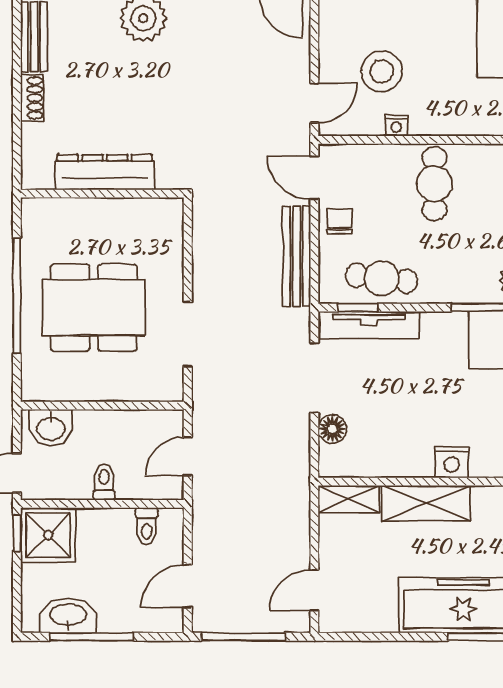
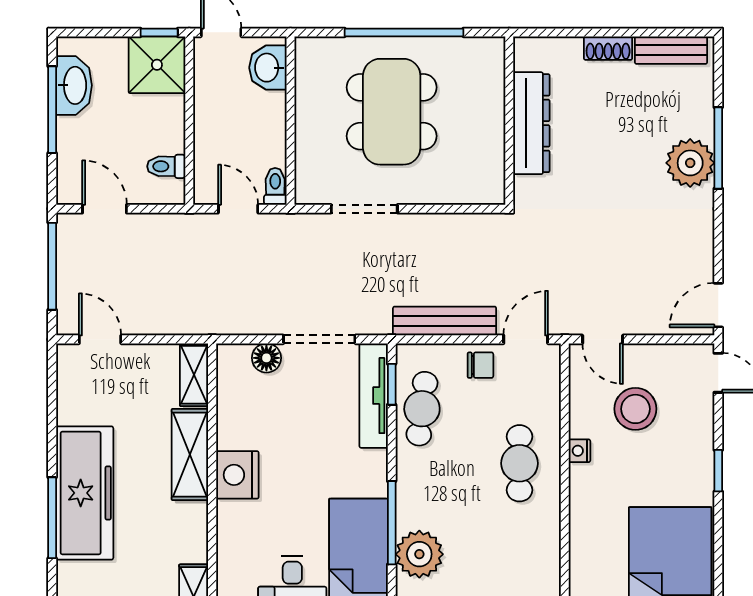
nightstand: (396, 126) -> (579, 451), moved
cafe table: (434, 184) -> (519, 463), turned 90
nightstand: (452, 462) -> (237, 475), width x1.36, depth x1.33
toilet: (104, 482) -> (275, 186), moved, turned -90

